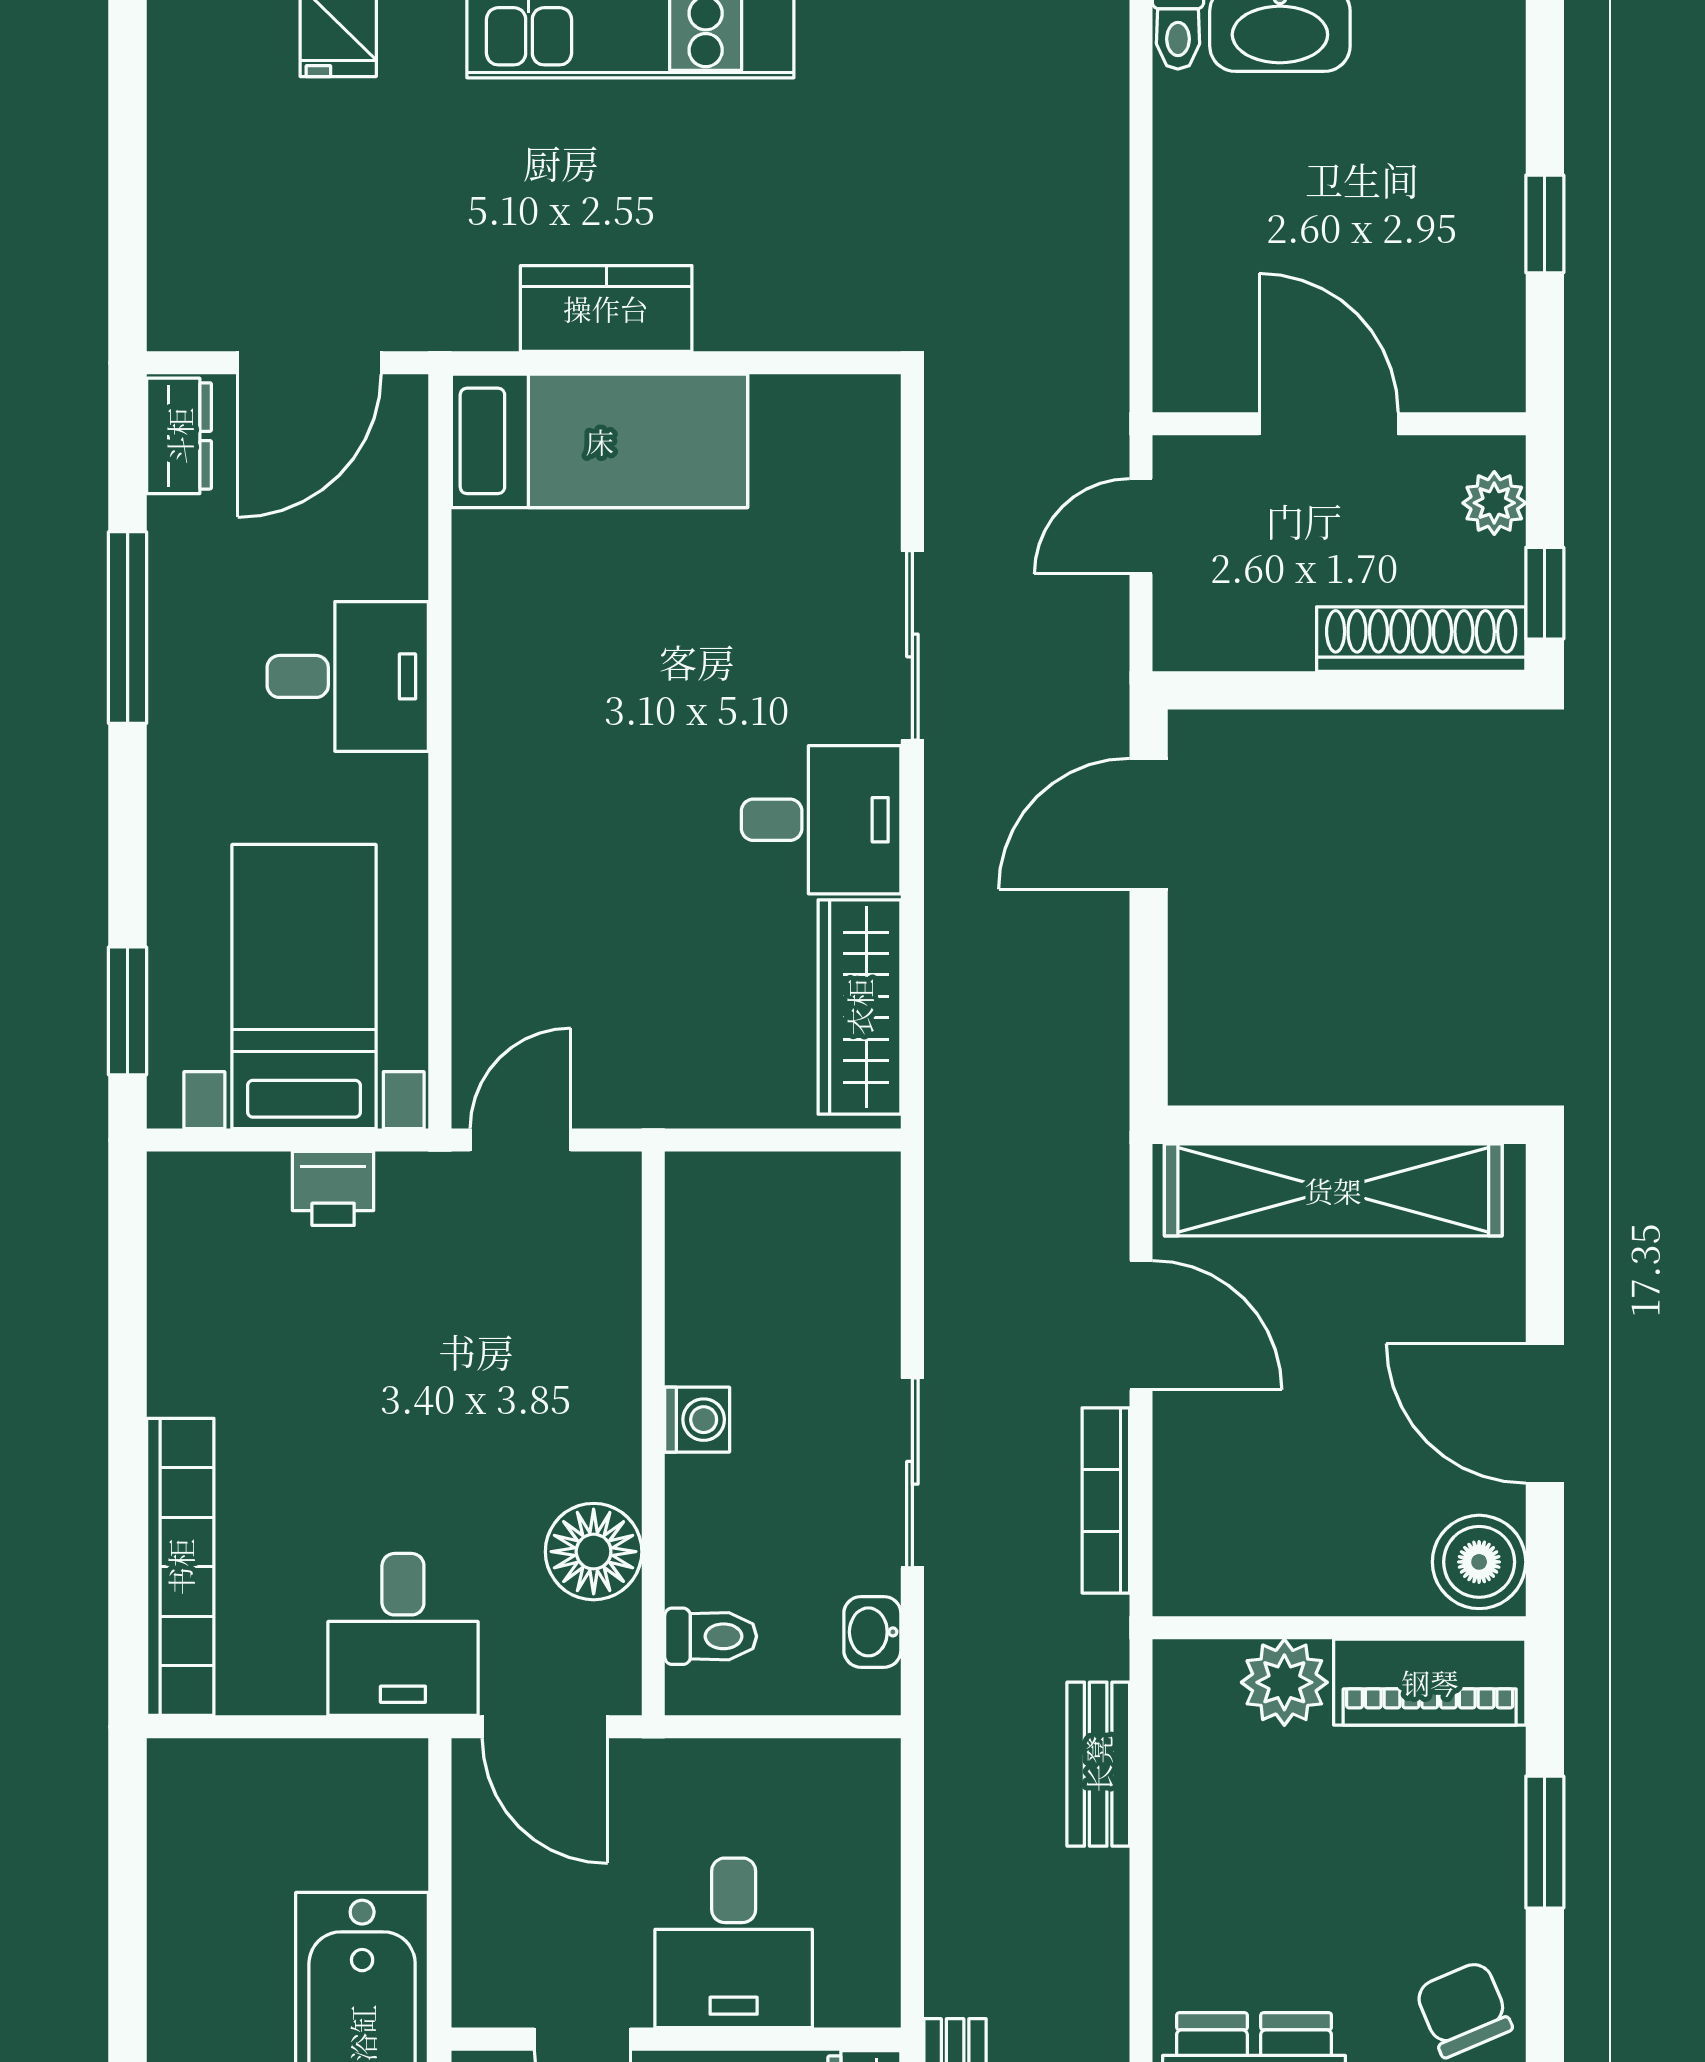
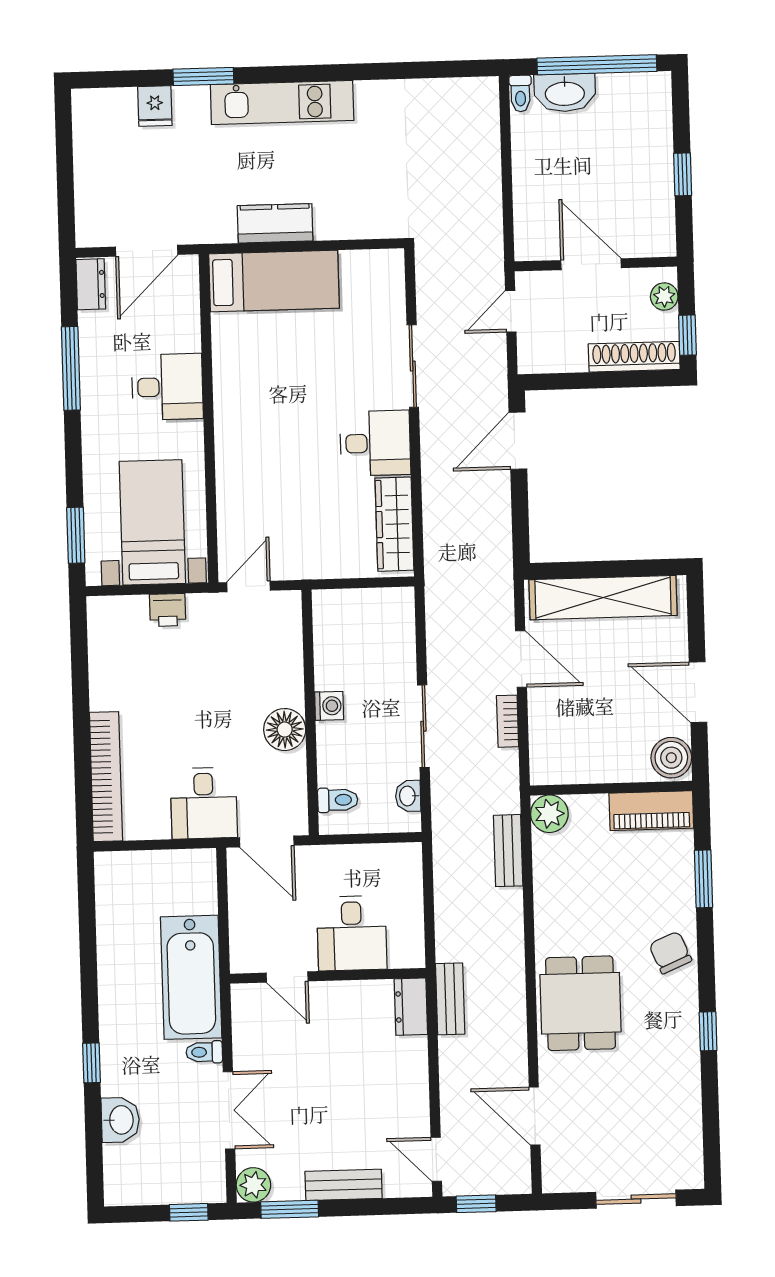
bookcase: (1106, 1500) -> (508, 721), width x0.64
floor lamp: (594, 1552) -> (285, 730), moved
plant: (1284, 1682) -> (549, 814), moved

